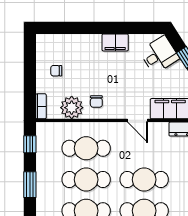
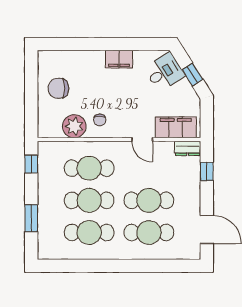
chair: (56, 71) -> (58, 88), width x1.87, depth x1.87
bookcase: (41, 106) -> (43, 125), removed
window: (30, 185) -> (31, 218), moved

